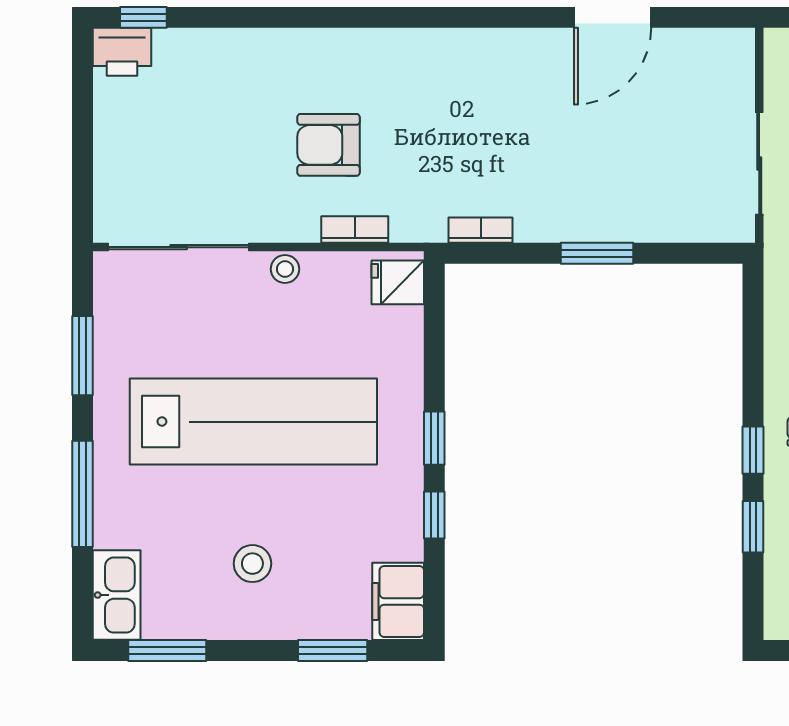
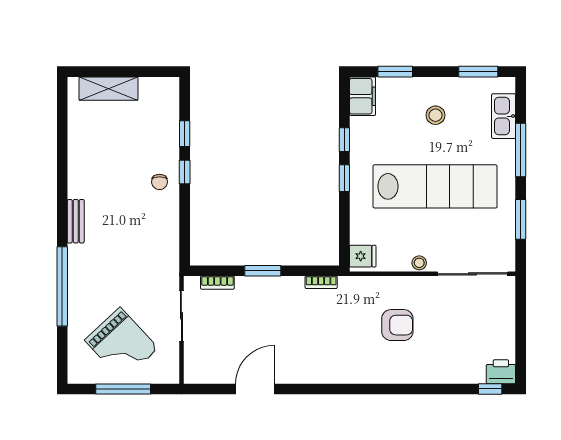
bookcase: (355, 230) -> (217, 283), moved
lab bench: (253, 422) -> (435, 186), turned 180
kitchen sink: (117, 595) -> (504, 116), moved

